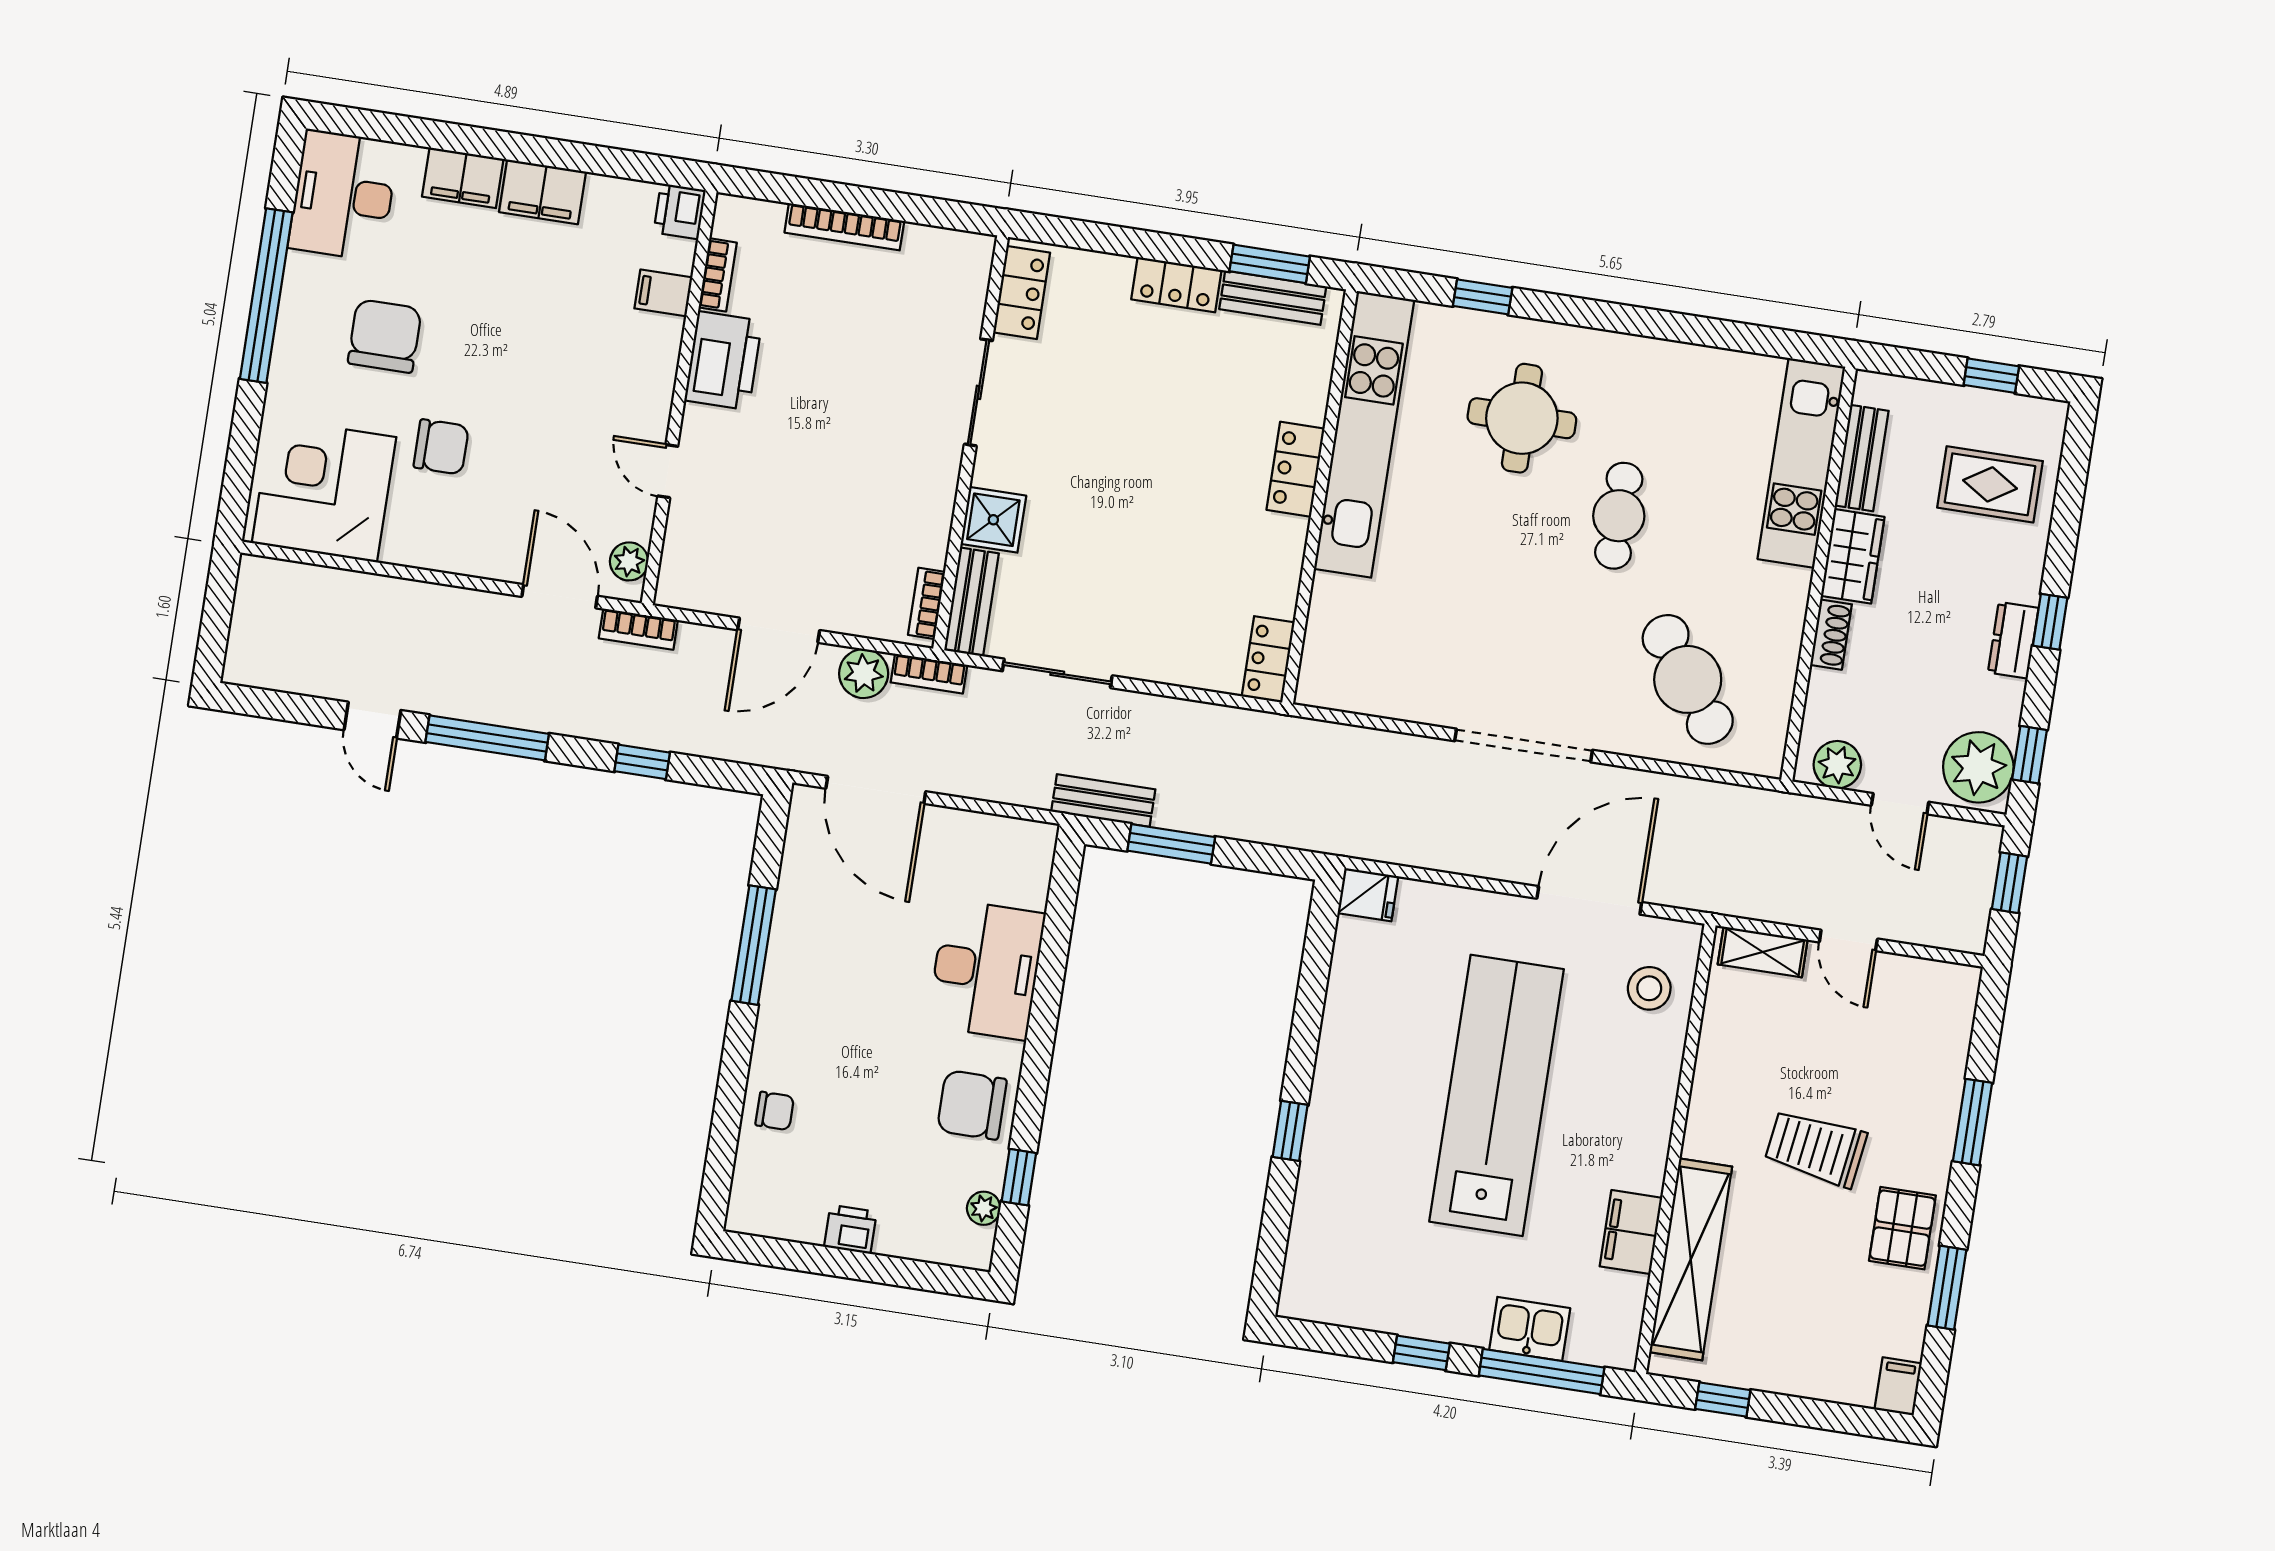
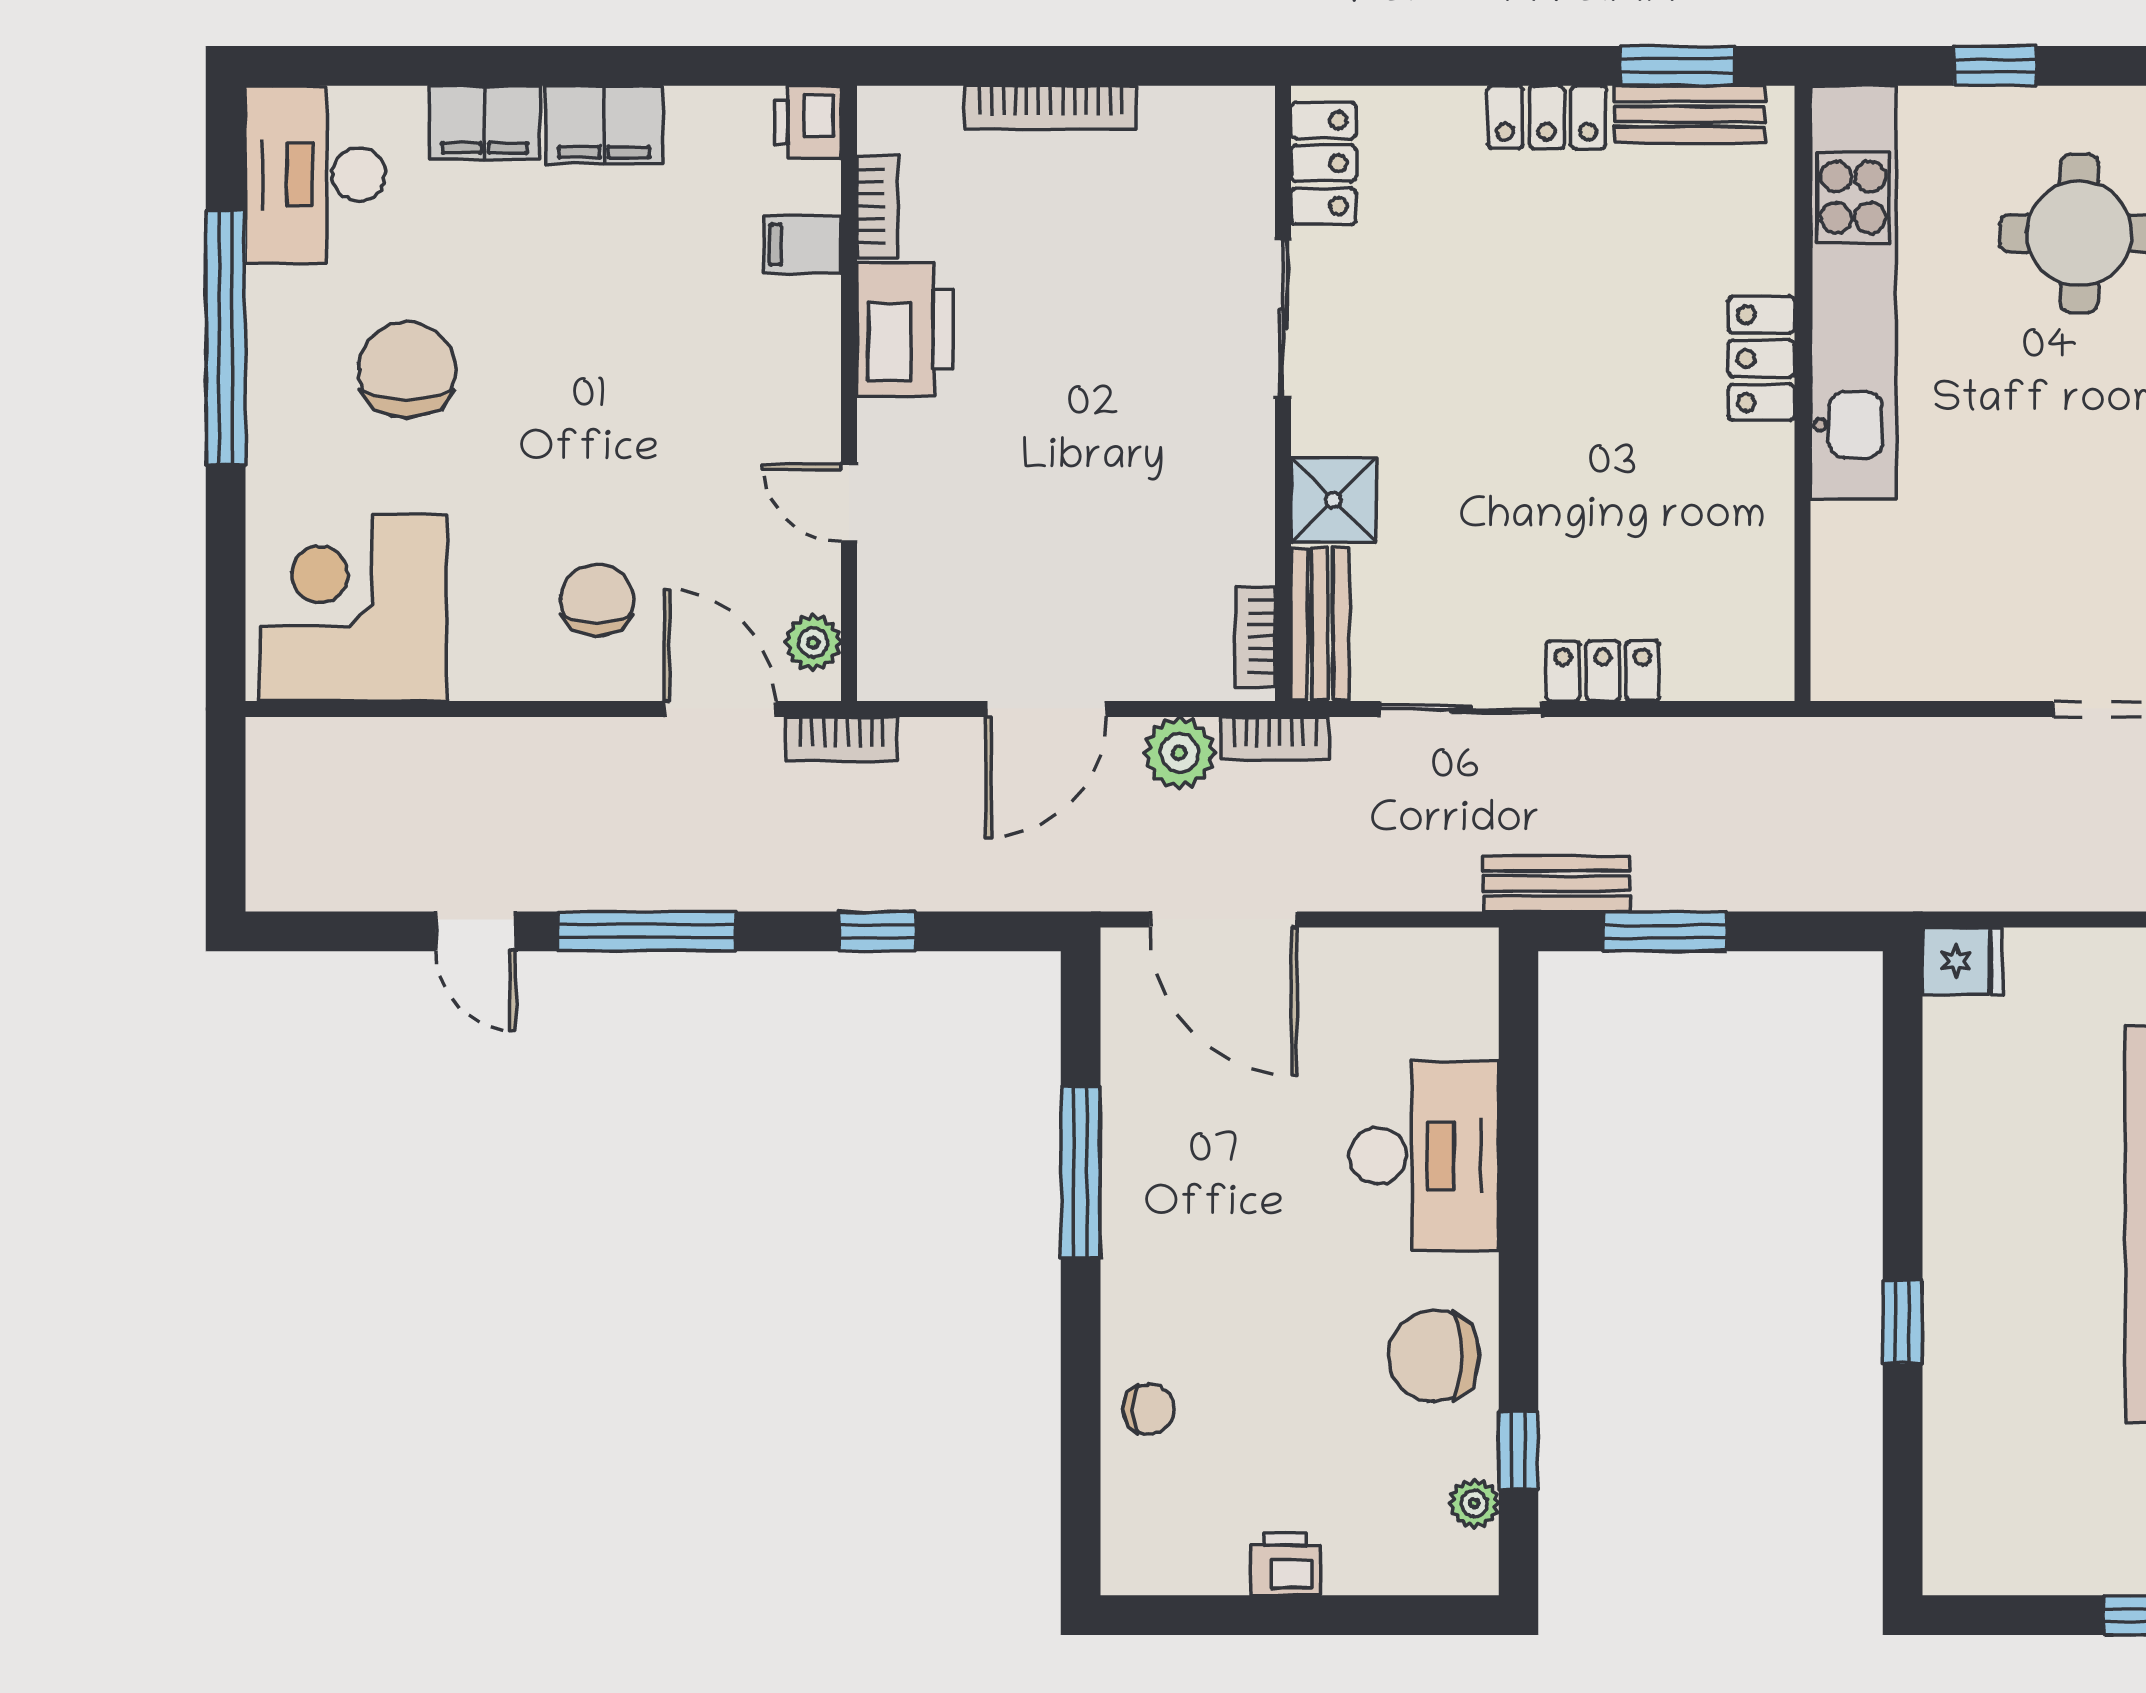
chair: (441, 447) -> (597, 600), moved, turned -90
locker: (1268, 659) -> (1603, 671), moved, turned 90

